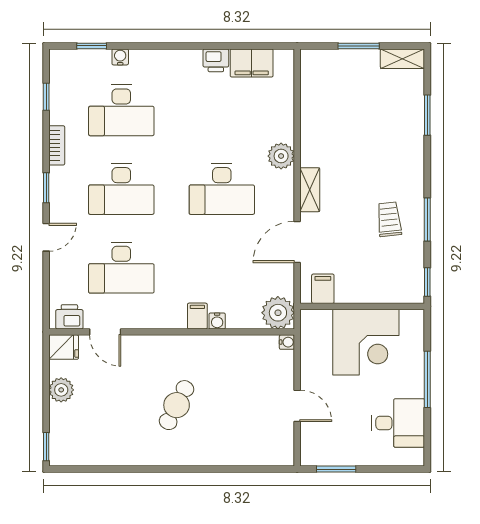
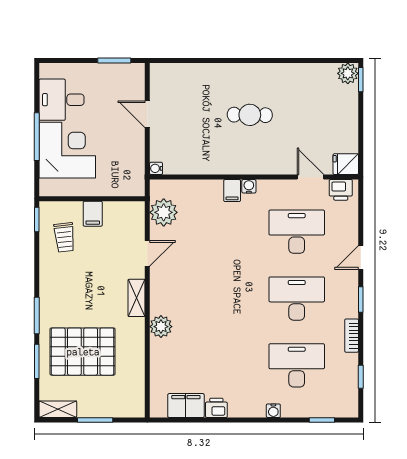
water cooler: (120, 57) -> (273, 411), moved
pallet: (373, 127) -> (83, 352), added
desk: (222, 189) -> (211, 299), removed
trolley: (389, 219) -> (64, 237), moved
window: (427, 220) -> (37, 316), moved
door: (297, 242) -> (147, 253), width x0.73
filing cabinet: (323, 289) -> (93, 214), moved
plant: (278, 313) -> (164, 212), moved
water cooler: (217, 321) -> (249, 186), moved
corner desk: (366, 342) -> (67, 150), moved, turned 90
plant: (61, 390) -> (348, 73), moved
cafe table: (177, 405) -> (250, 115), turned 64

